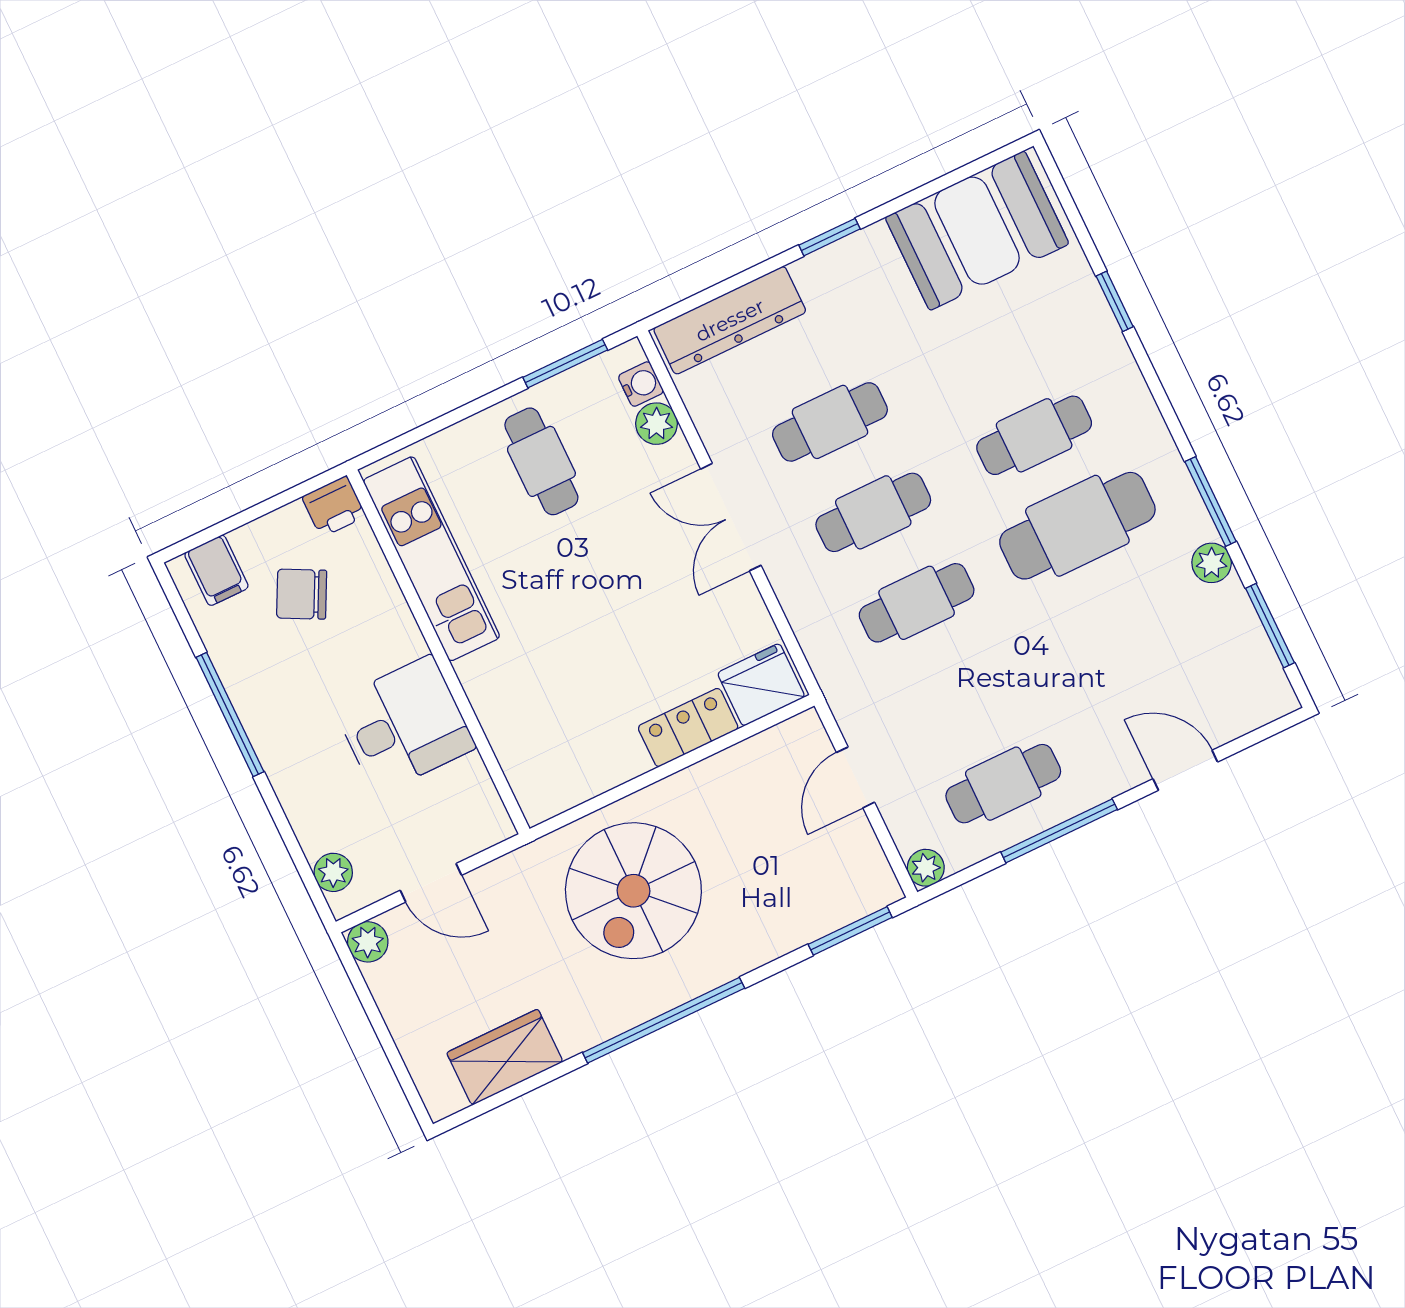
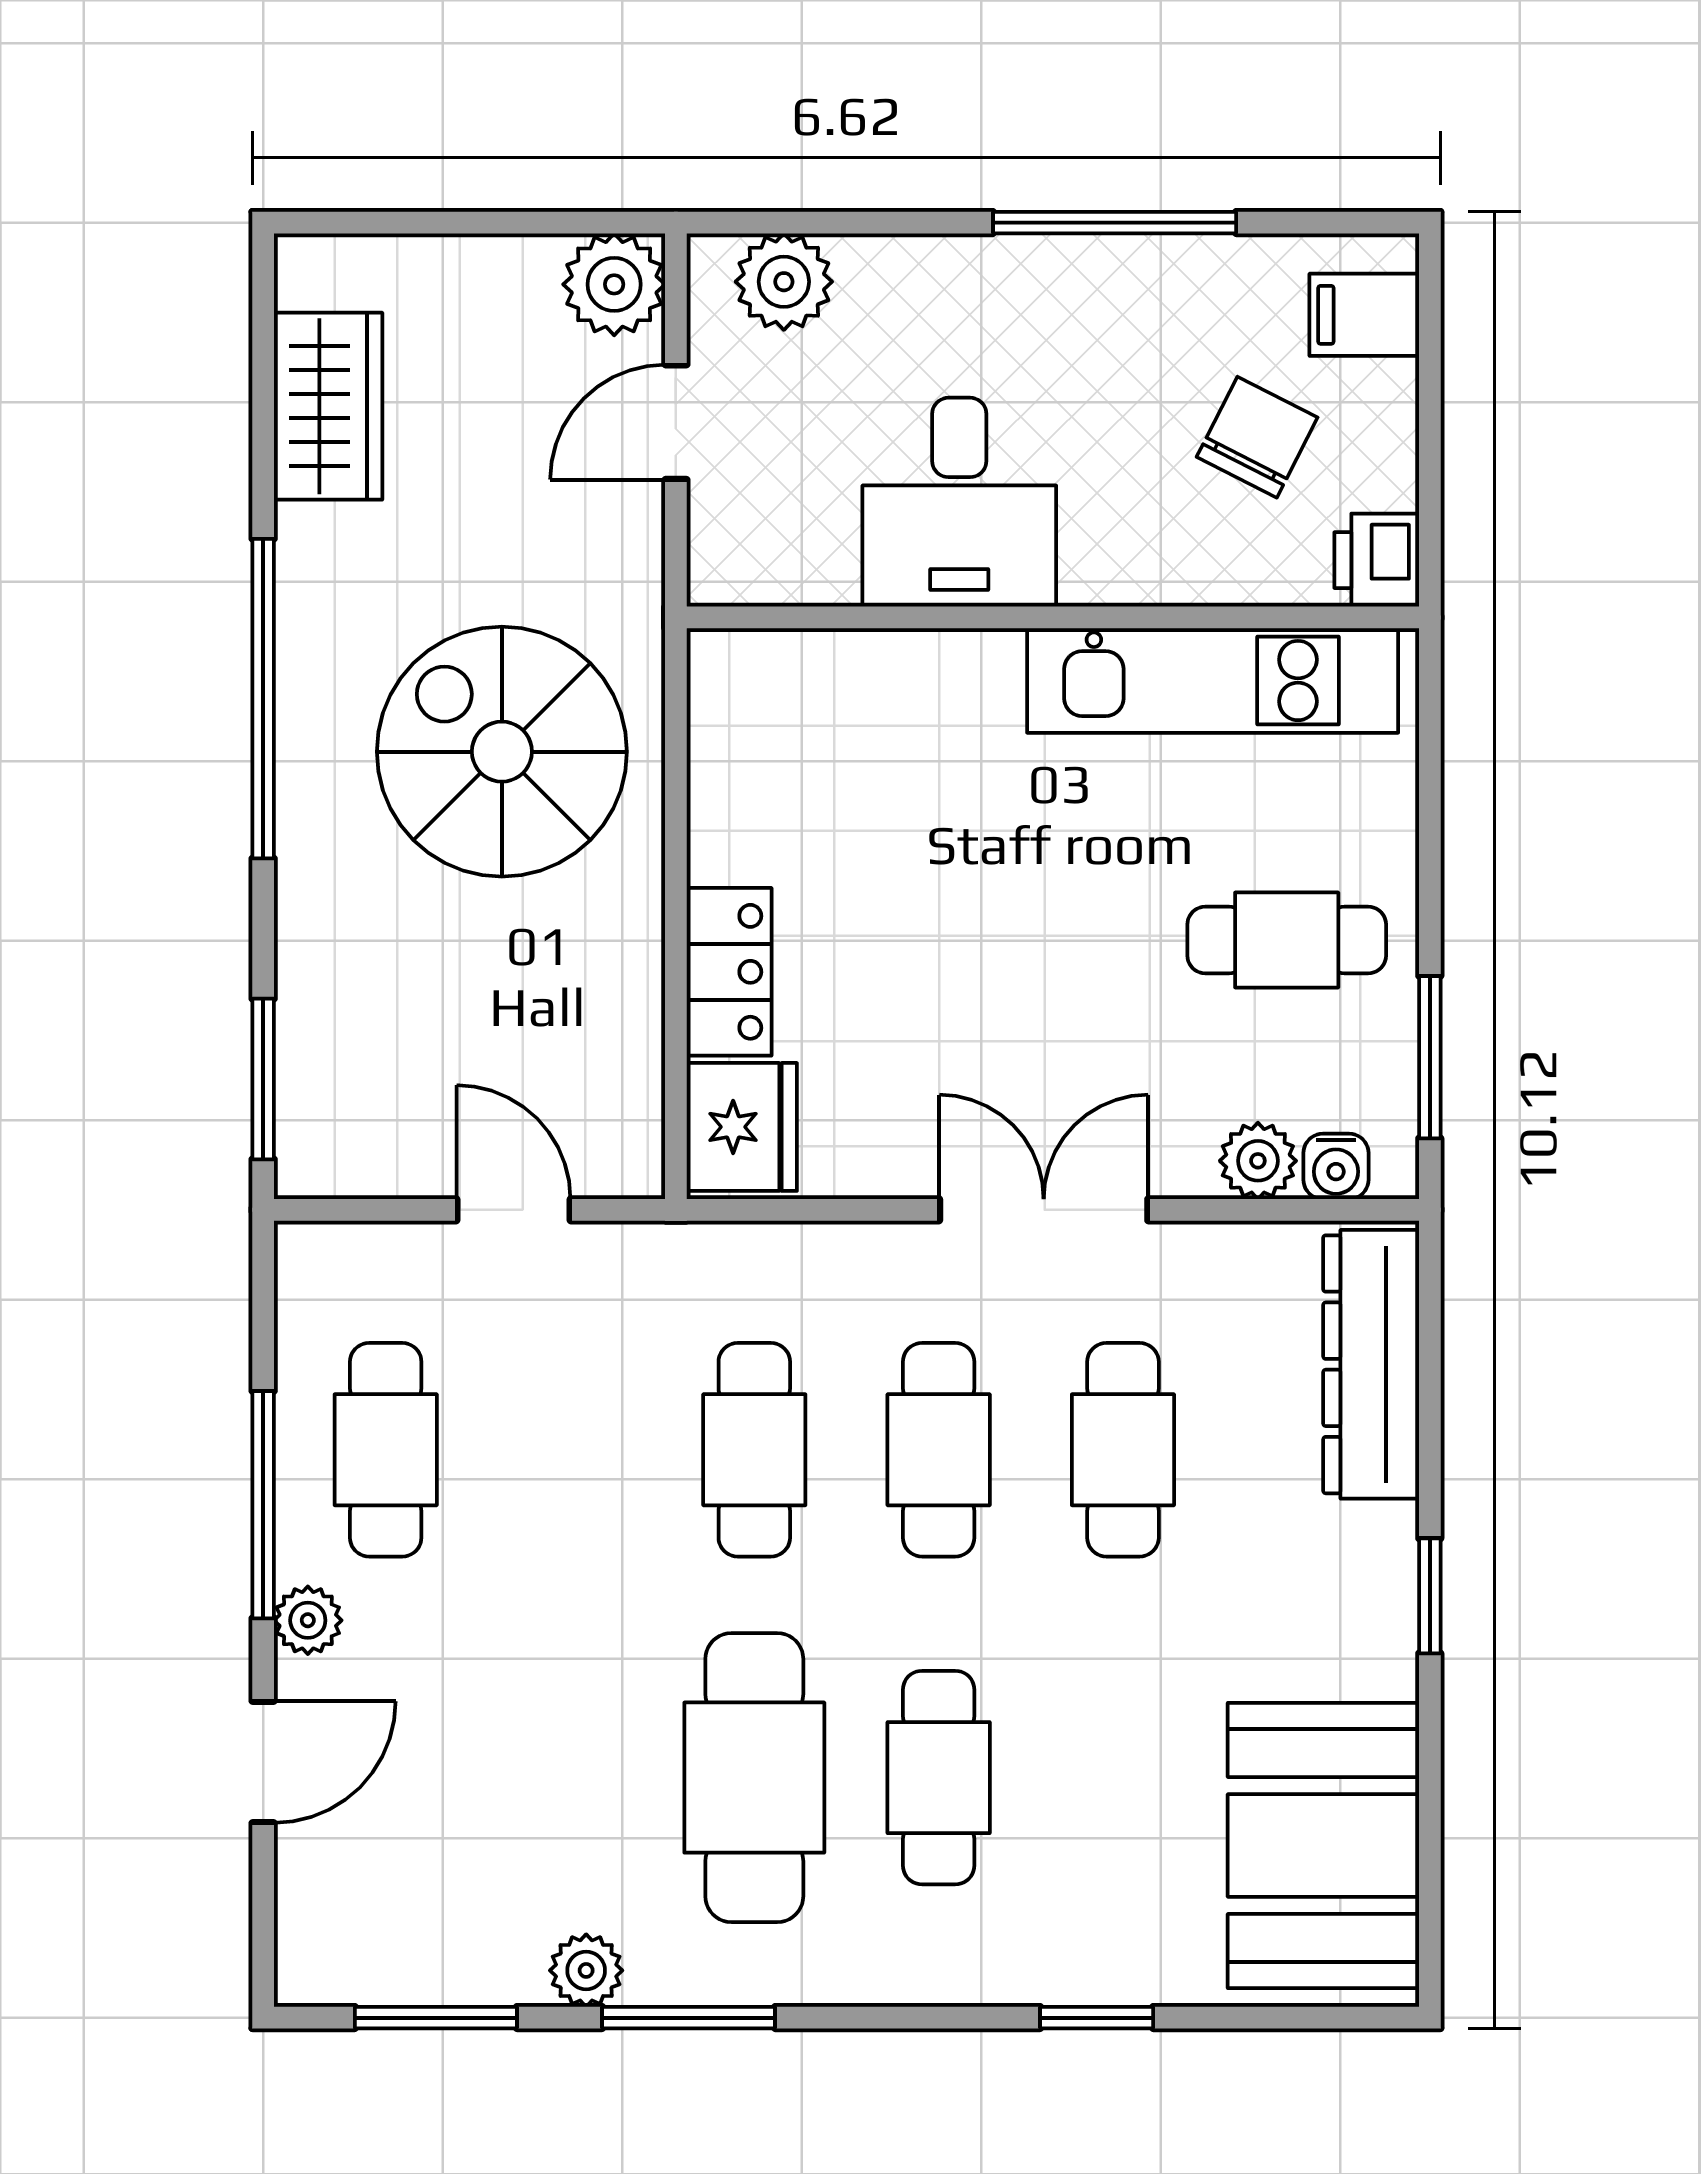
plant: (926, 868) -> (308, 1620), moved
plant: (333, 872) -> (784, 282), width x1.38, depth x1.38
plant: (368, 942) -> (614, 284), width x1.38, depth x1.38

